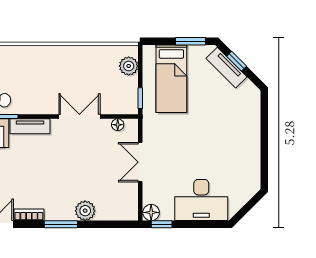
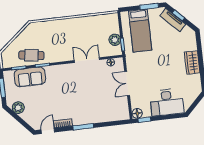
plant: (129, 66) -> (115, 40), moved
tv unit: (30, 126) -> (58, 69), removed
wardrobe: (250, 140) -> (192, 63), added
plant: (85, 211) -> (97, 117), removed

